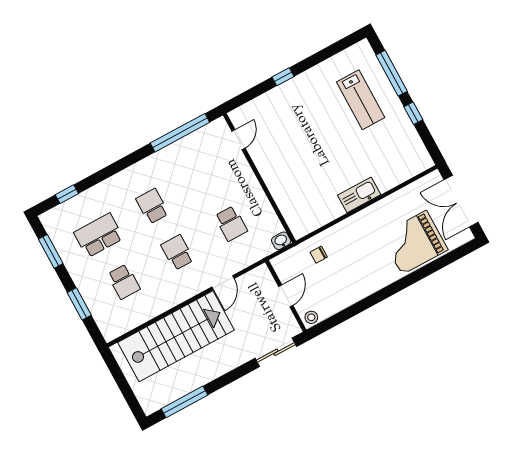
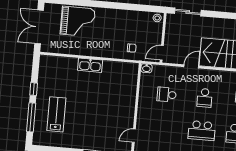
double door: (461, 201) -> (39, 27), swing flipped
school desk: (152, 206) -> (202, 131), width x1.85
school desk: (231, 223) -> (167, 95), turned -90
door: (286, 296) -> (162, 53), moved

